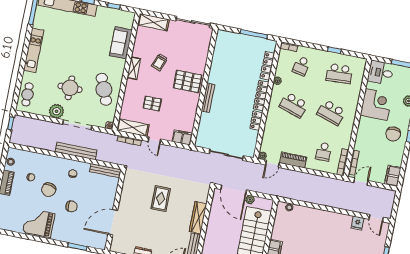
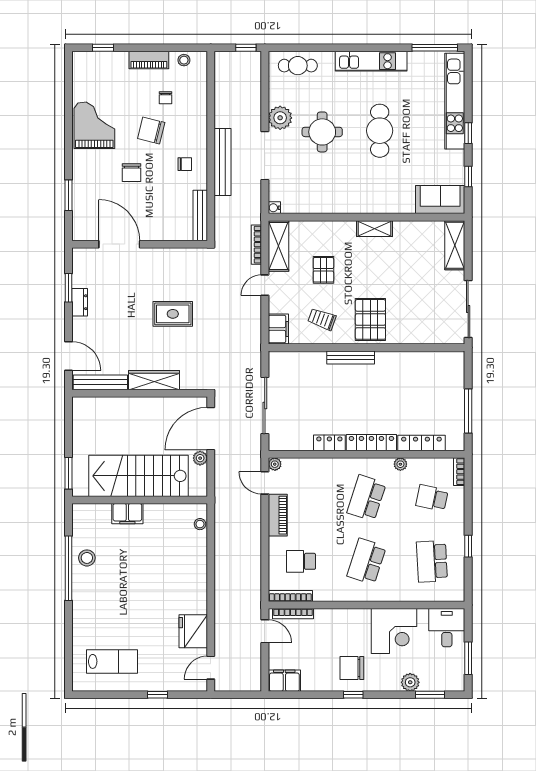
sofa: (121, 43) -> (440, 200), moved
trolley: (160, 62) -> (322, 319), moved
cafe table: (104, 89) -> (380, 131), moved, turned -68
fridge: (357, 223) -> (193, 631), width x1.88, depth x1.34

